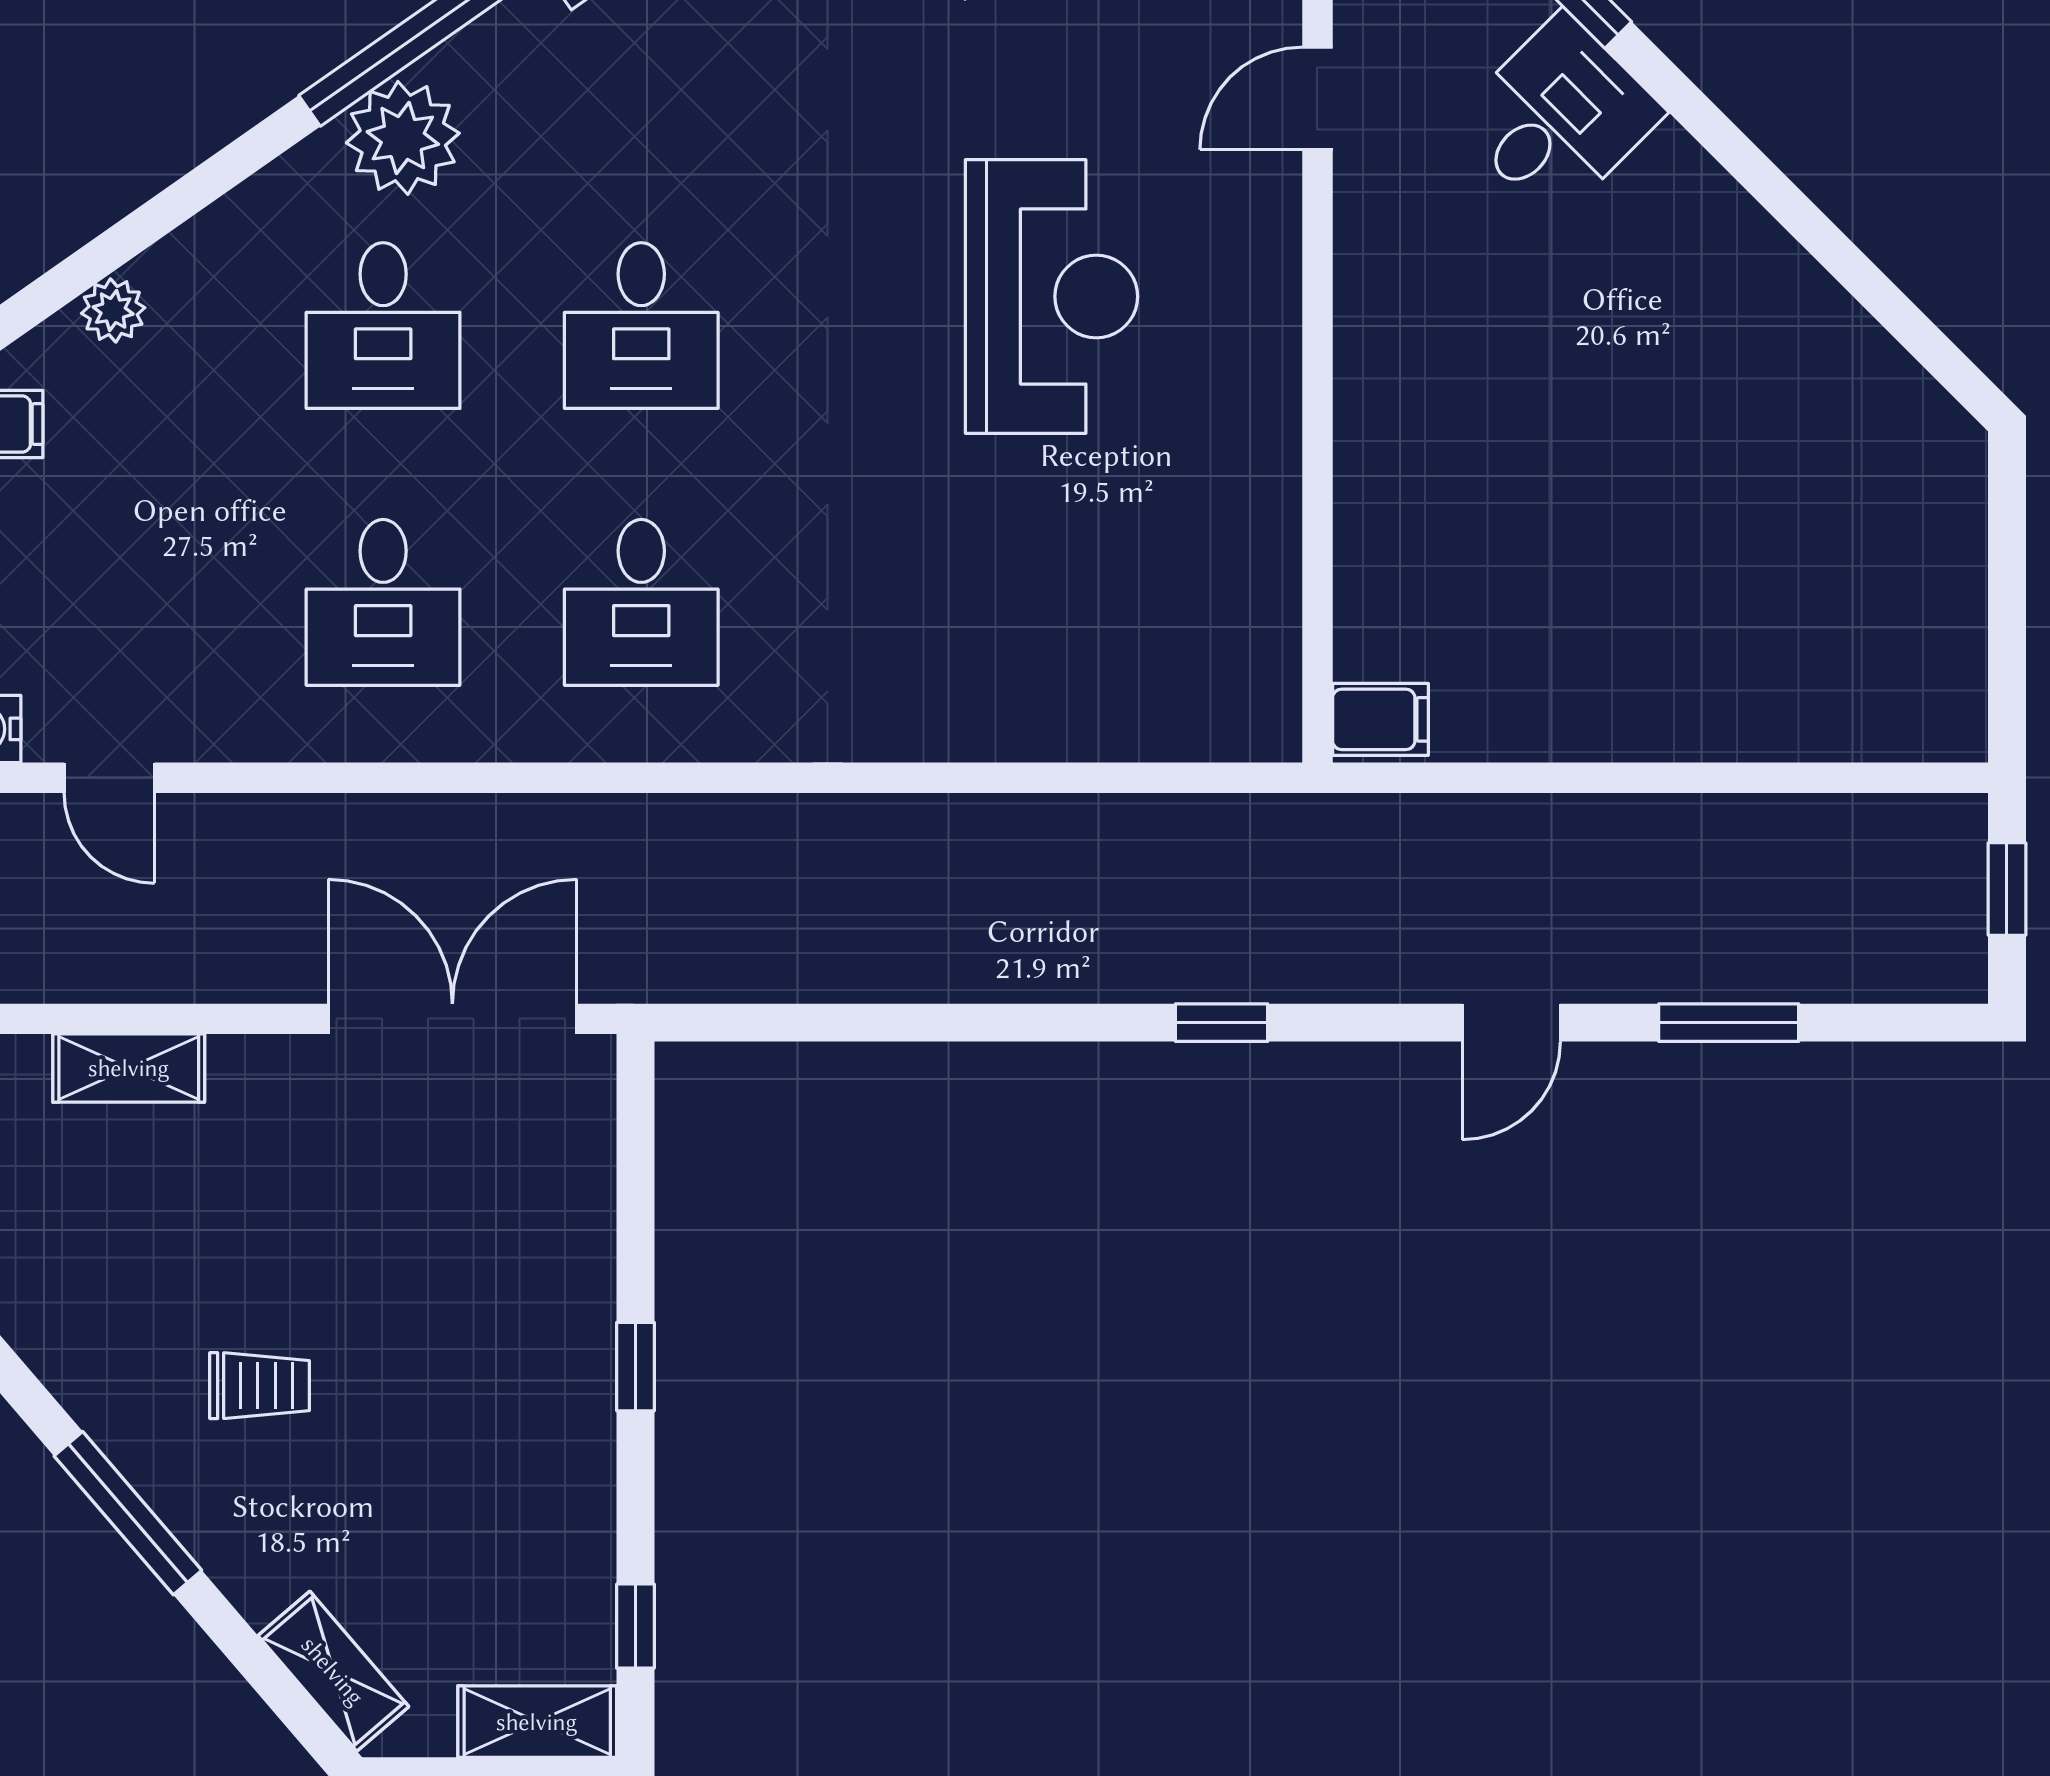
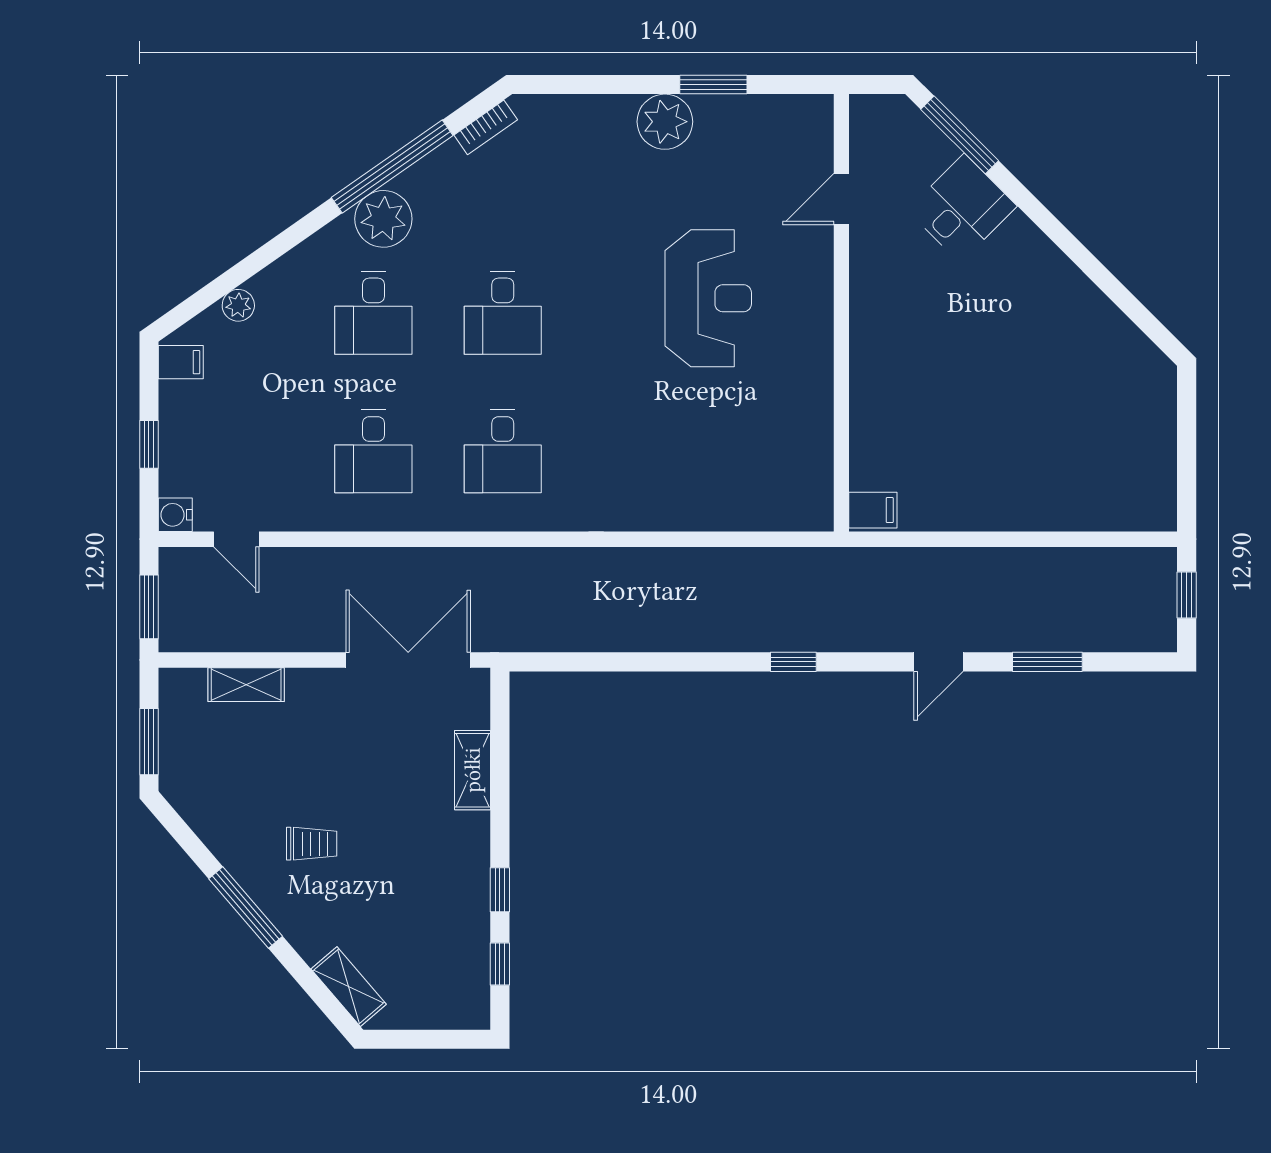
window: (636, 1367) -> (500, 890), moved
shelving: (537, 1722) -> (473, 770), moved, turned 90

